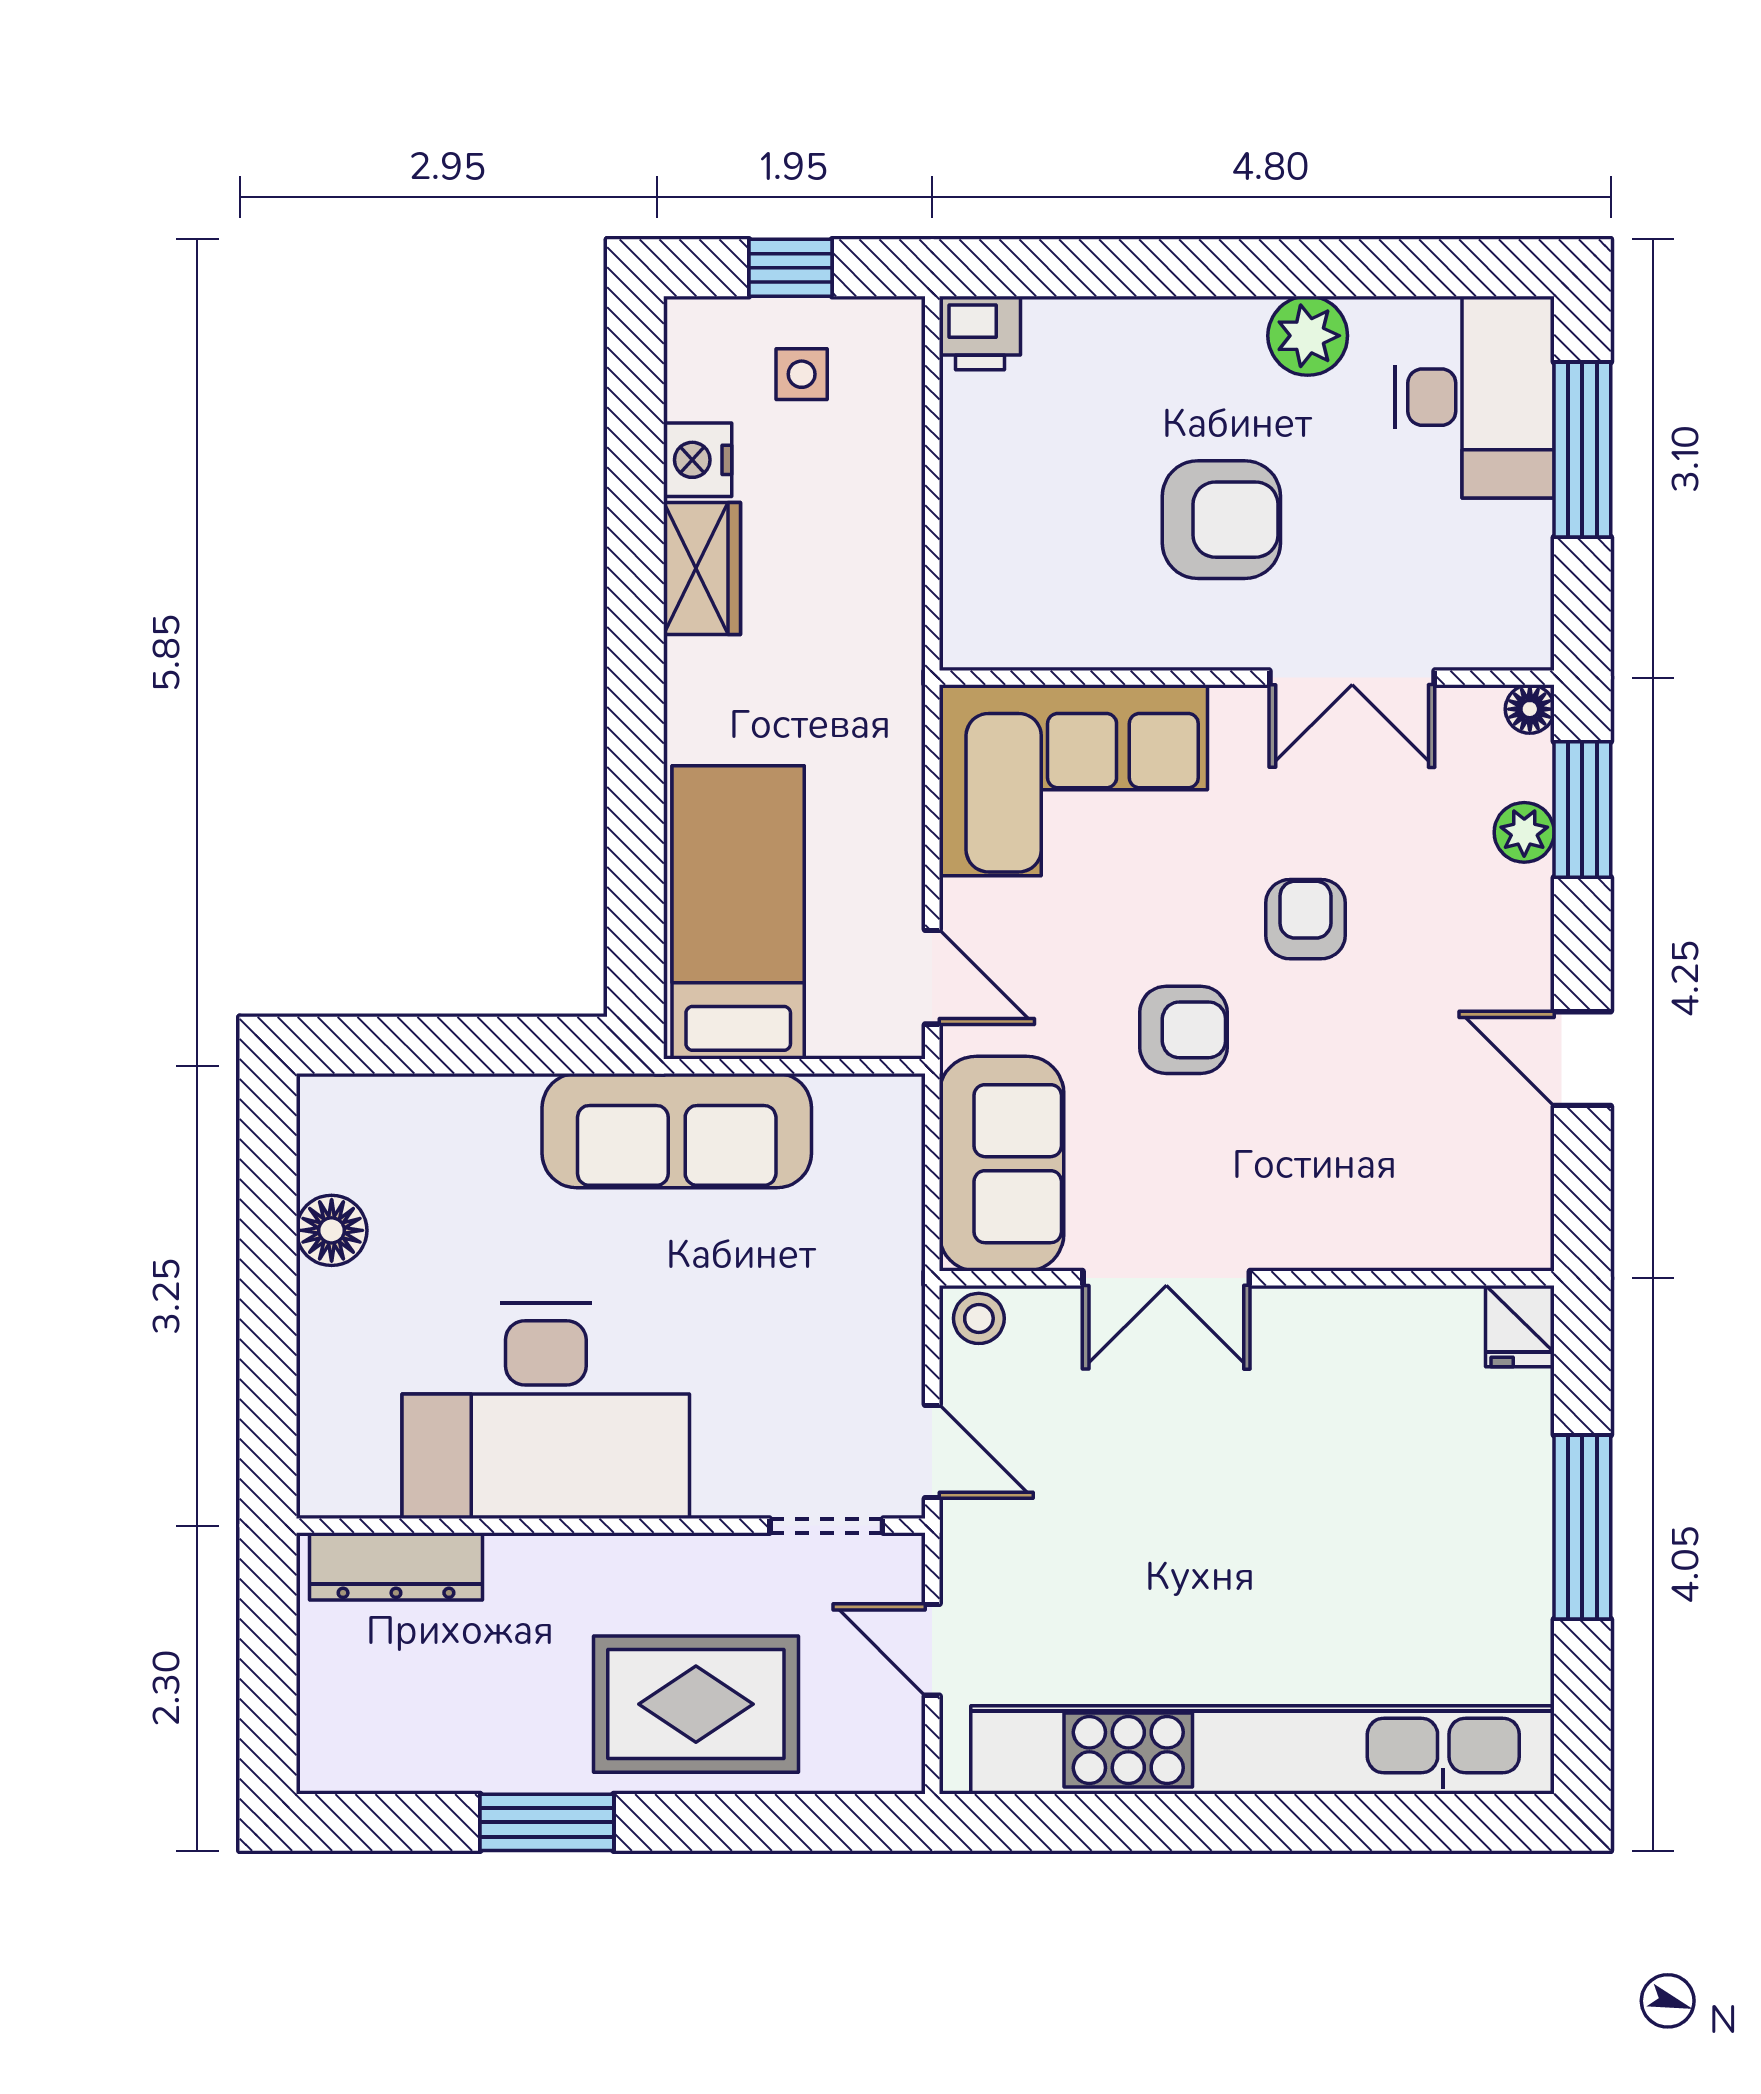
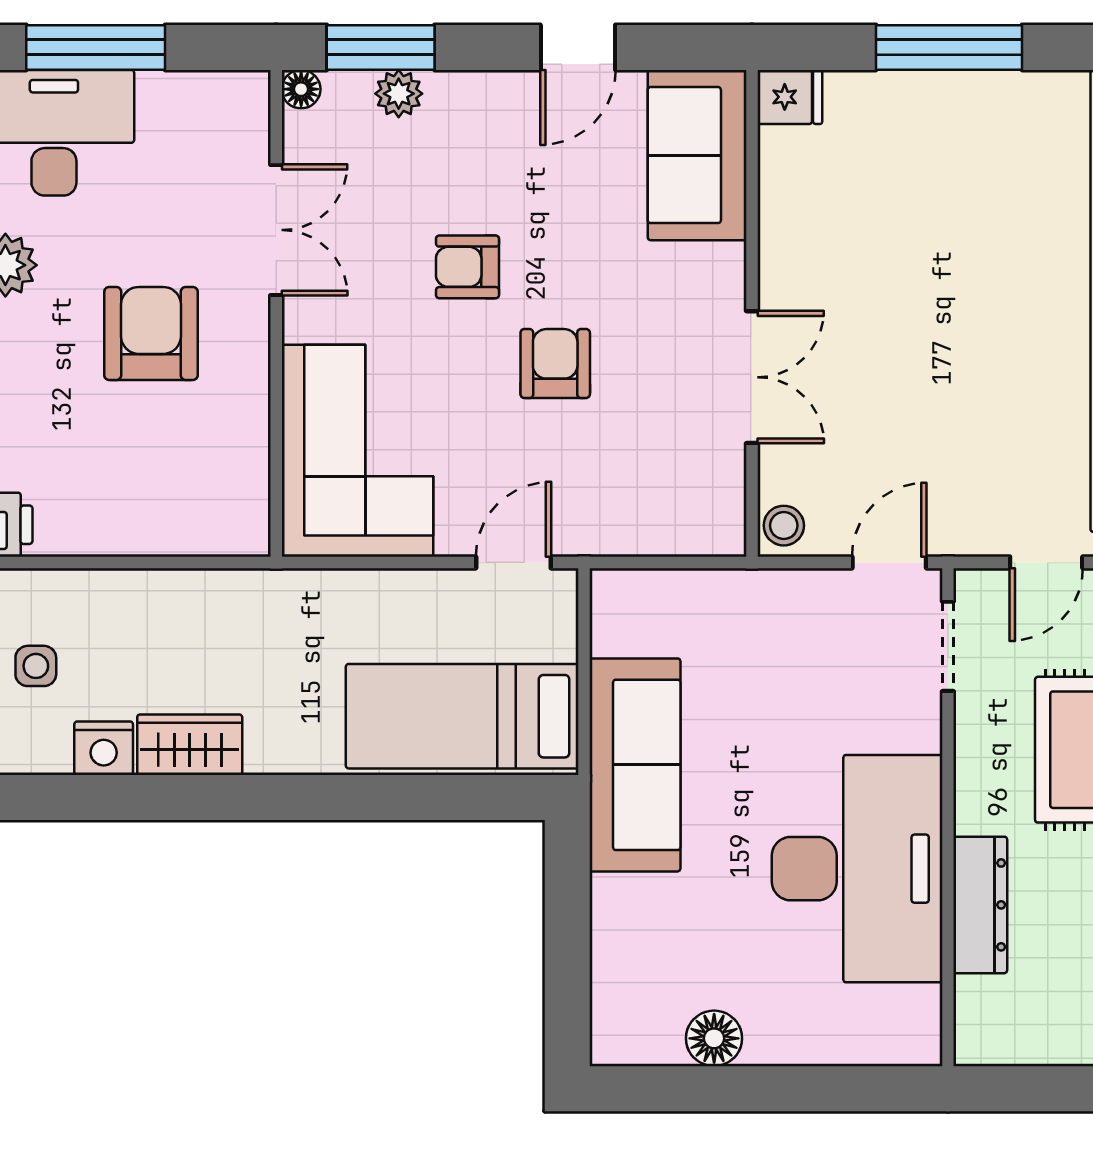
sofa: (1002, 1164) -> (697, 155), moved, turned -90
dresser: (396, 1566) -> (980, 905), moved

